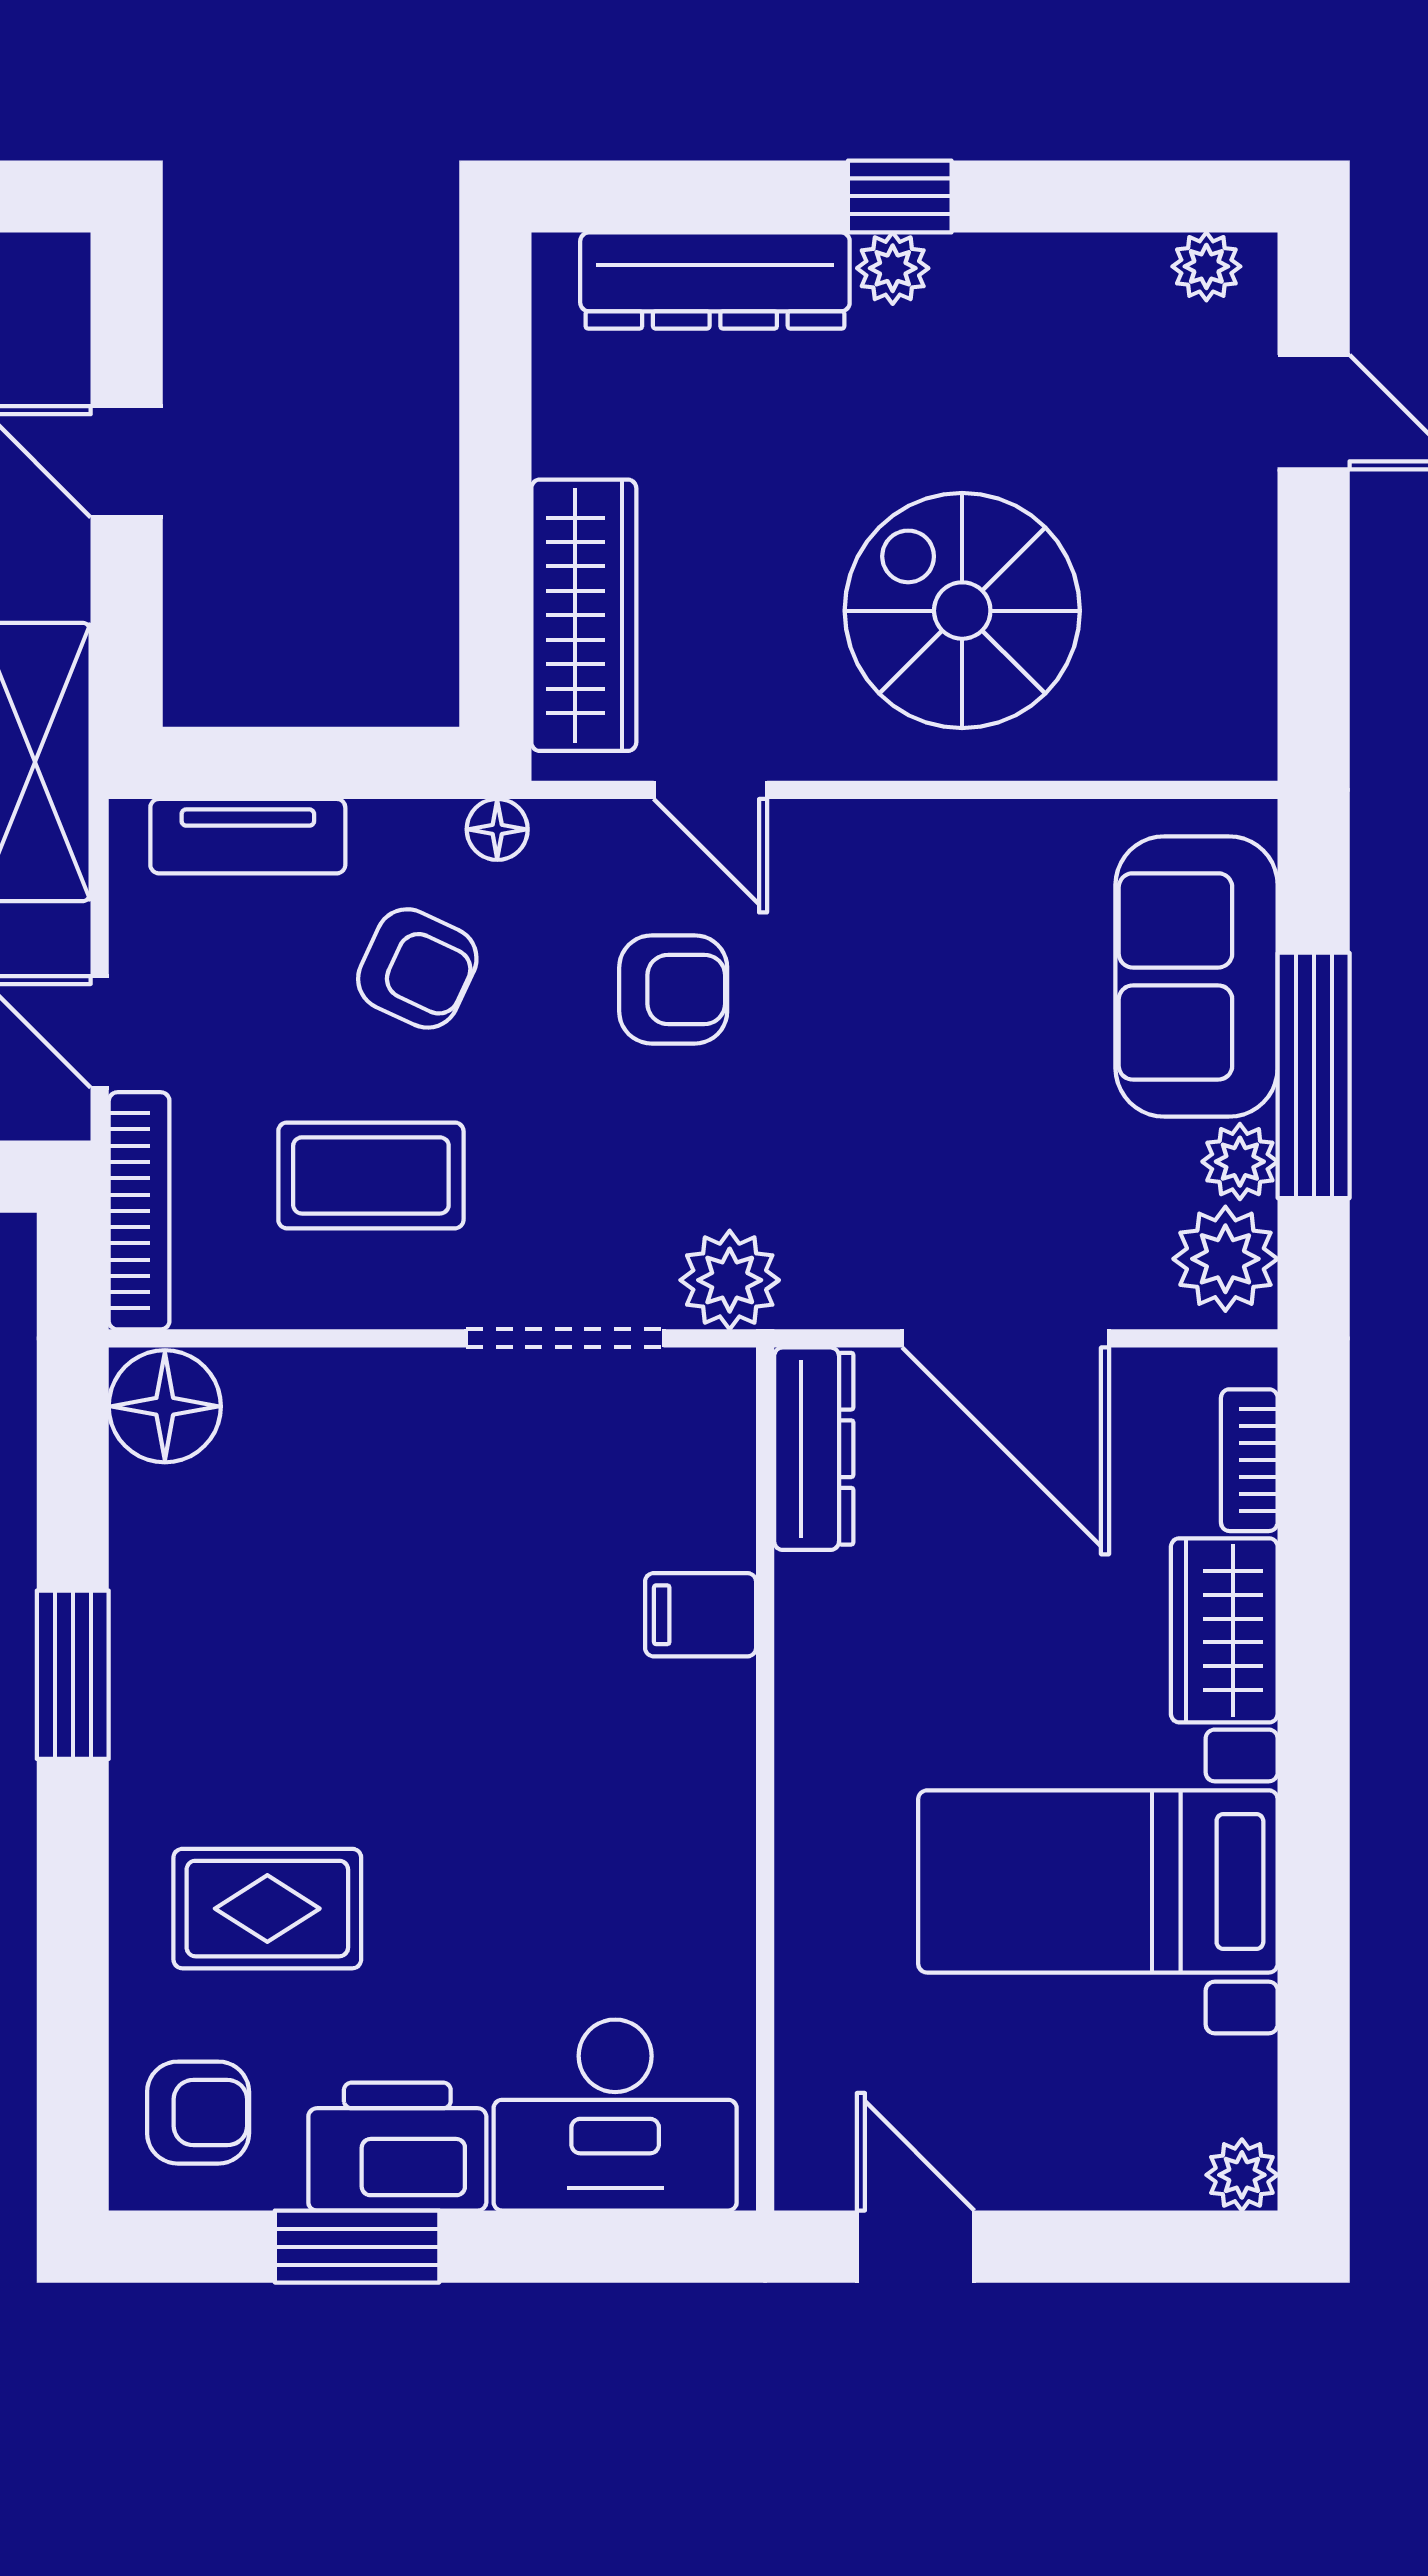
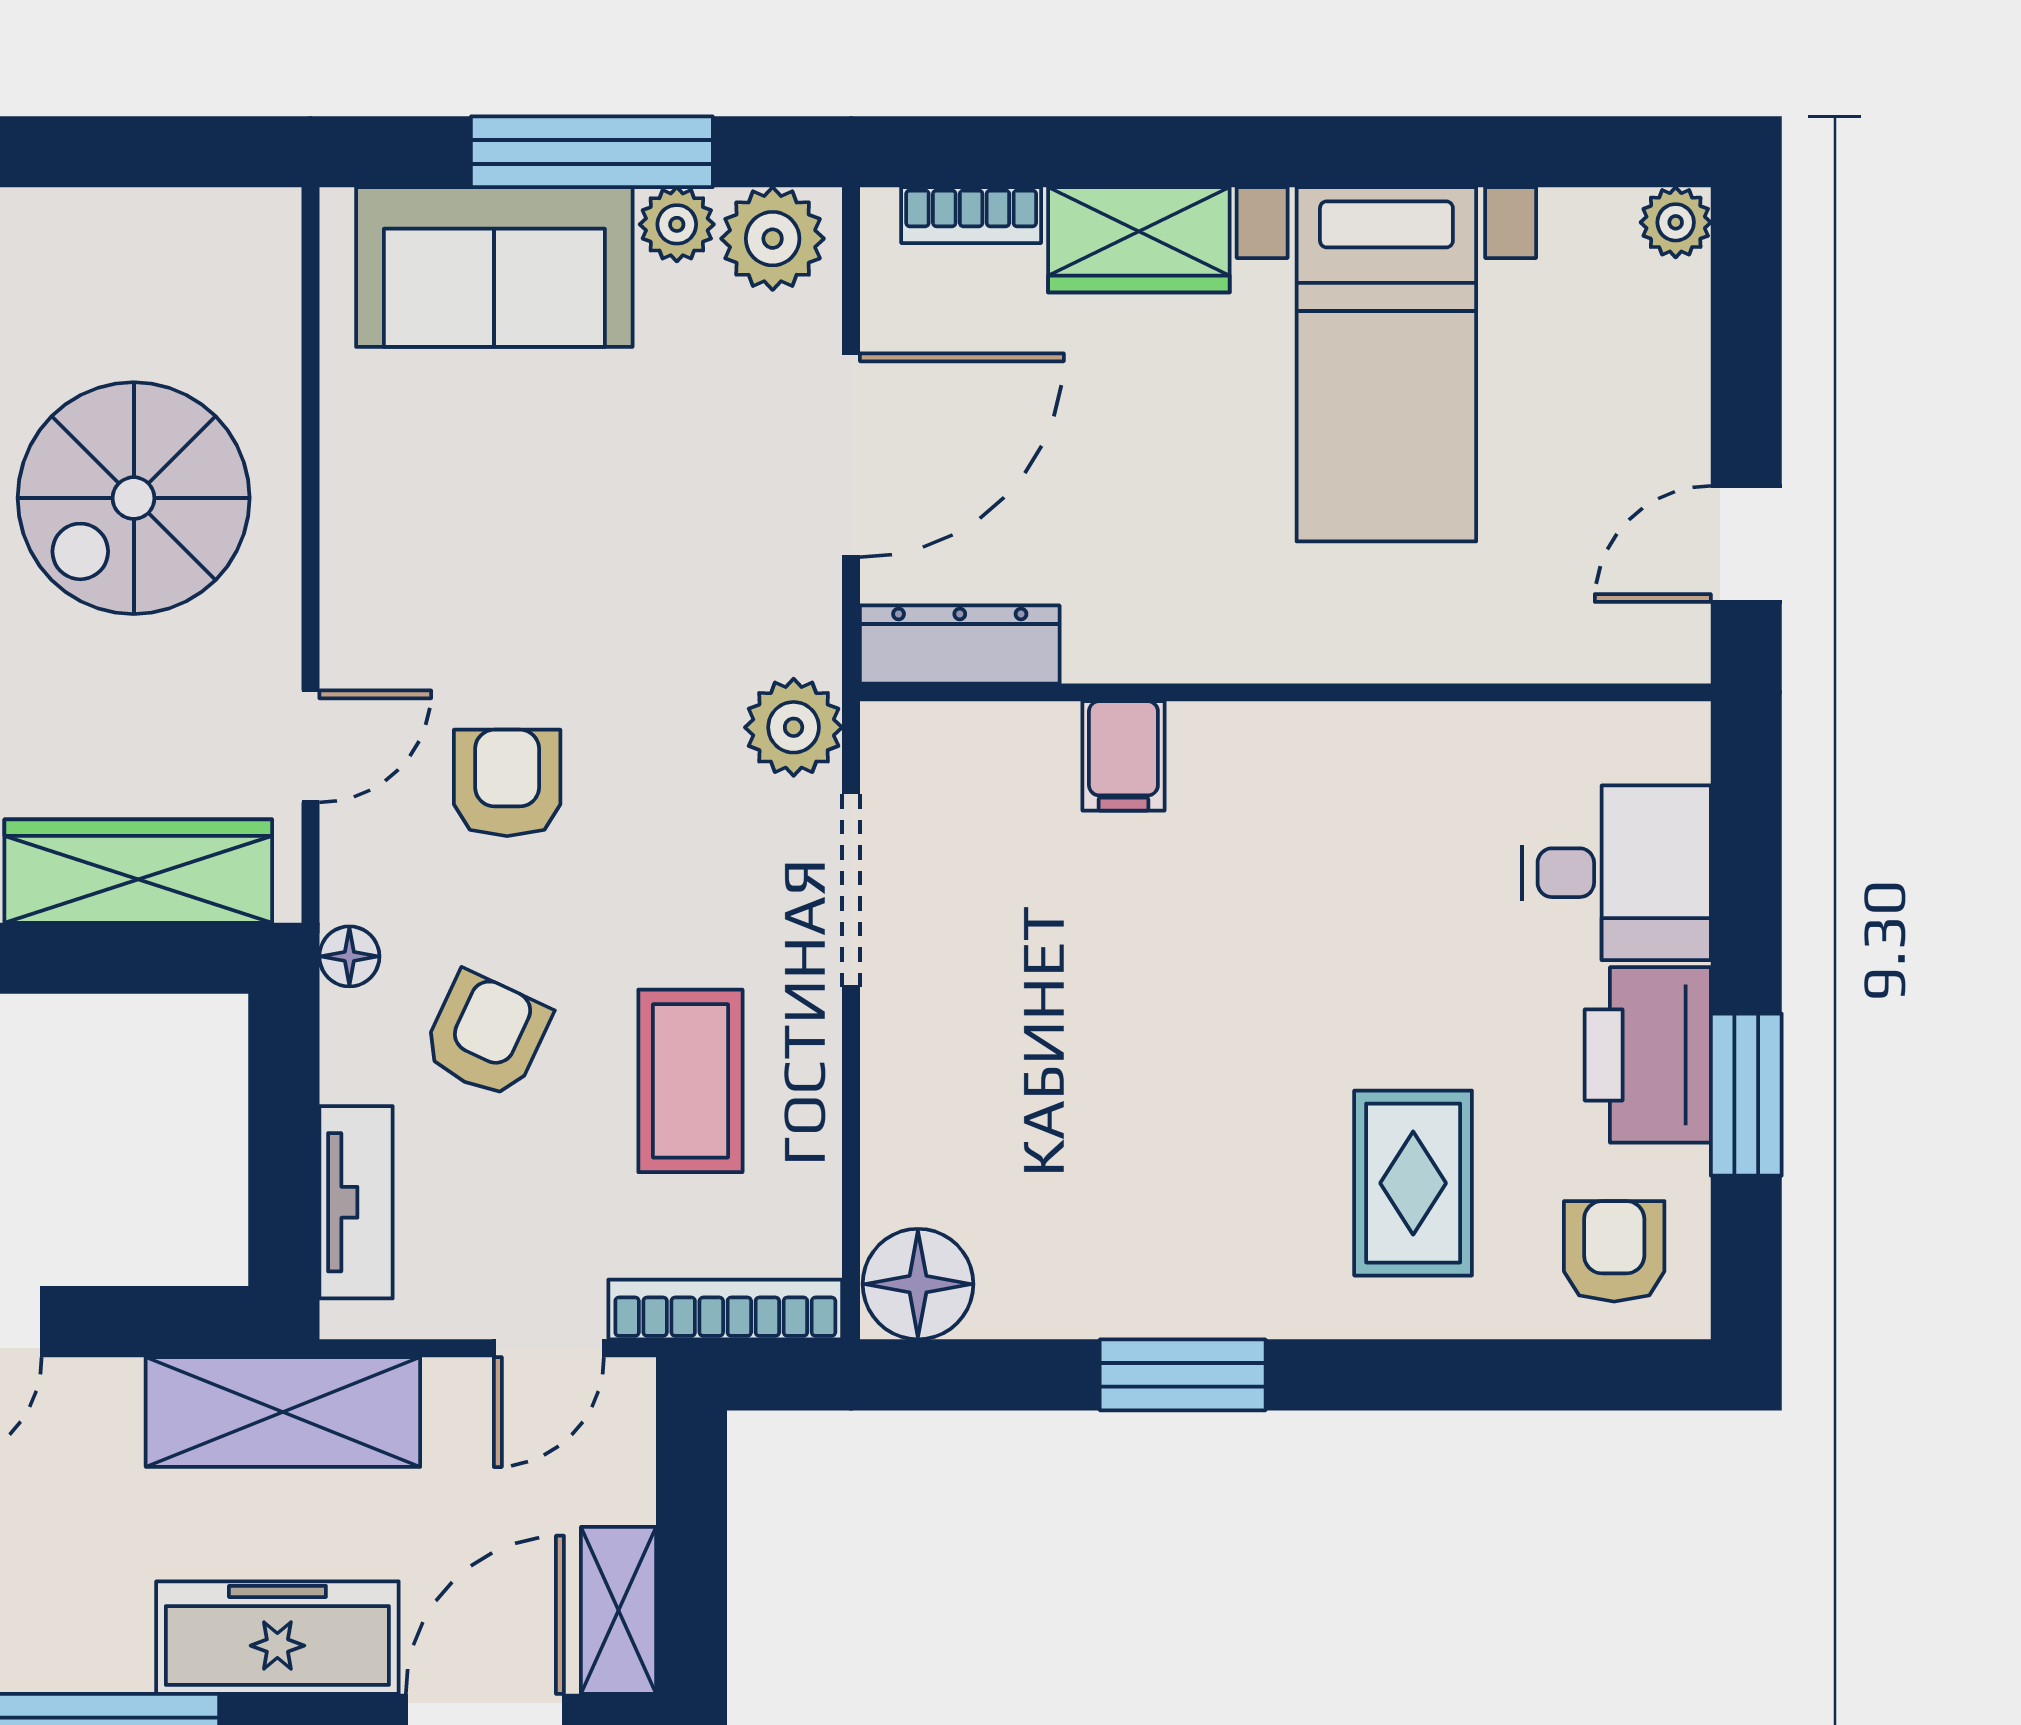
desk: (615, 2115) -> (1617, 873), width x0.73

